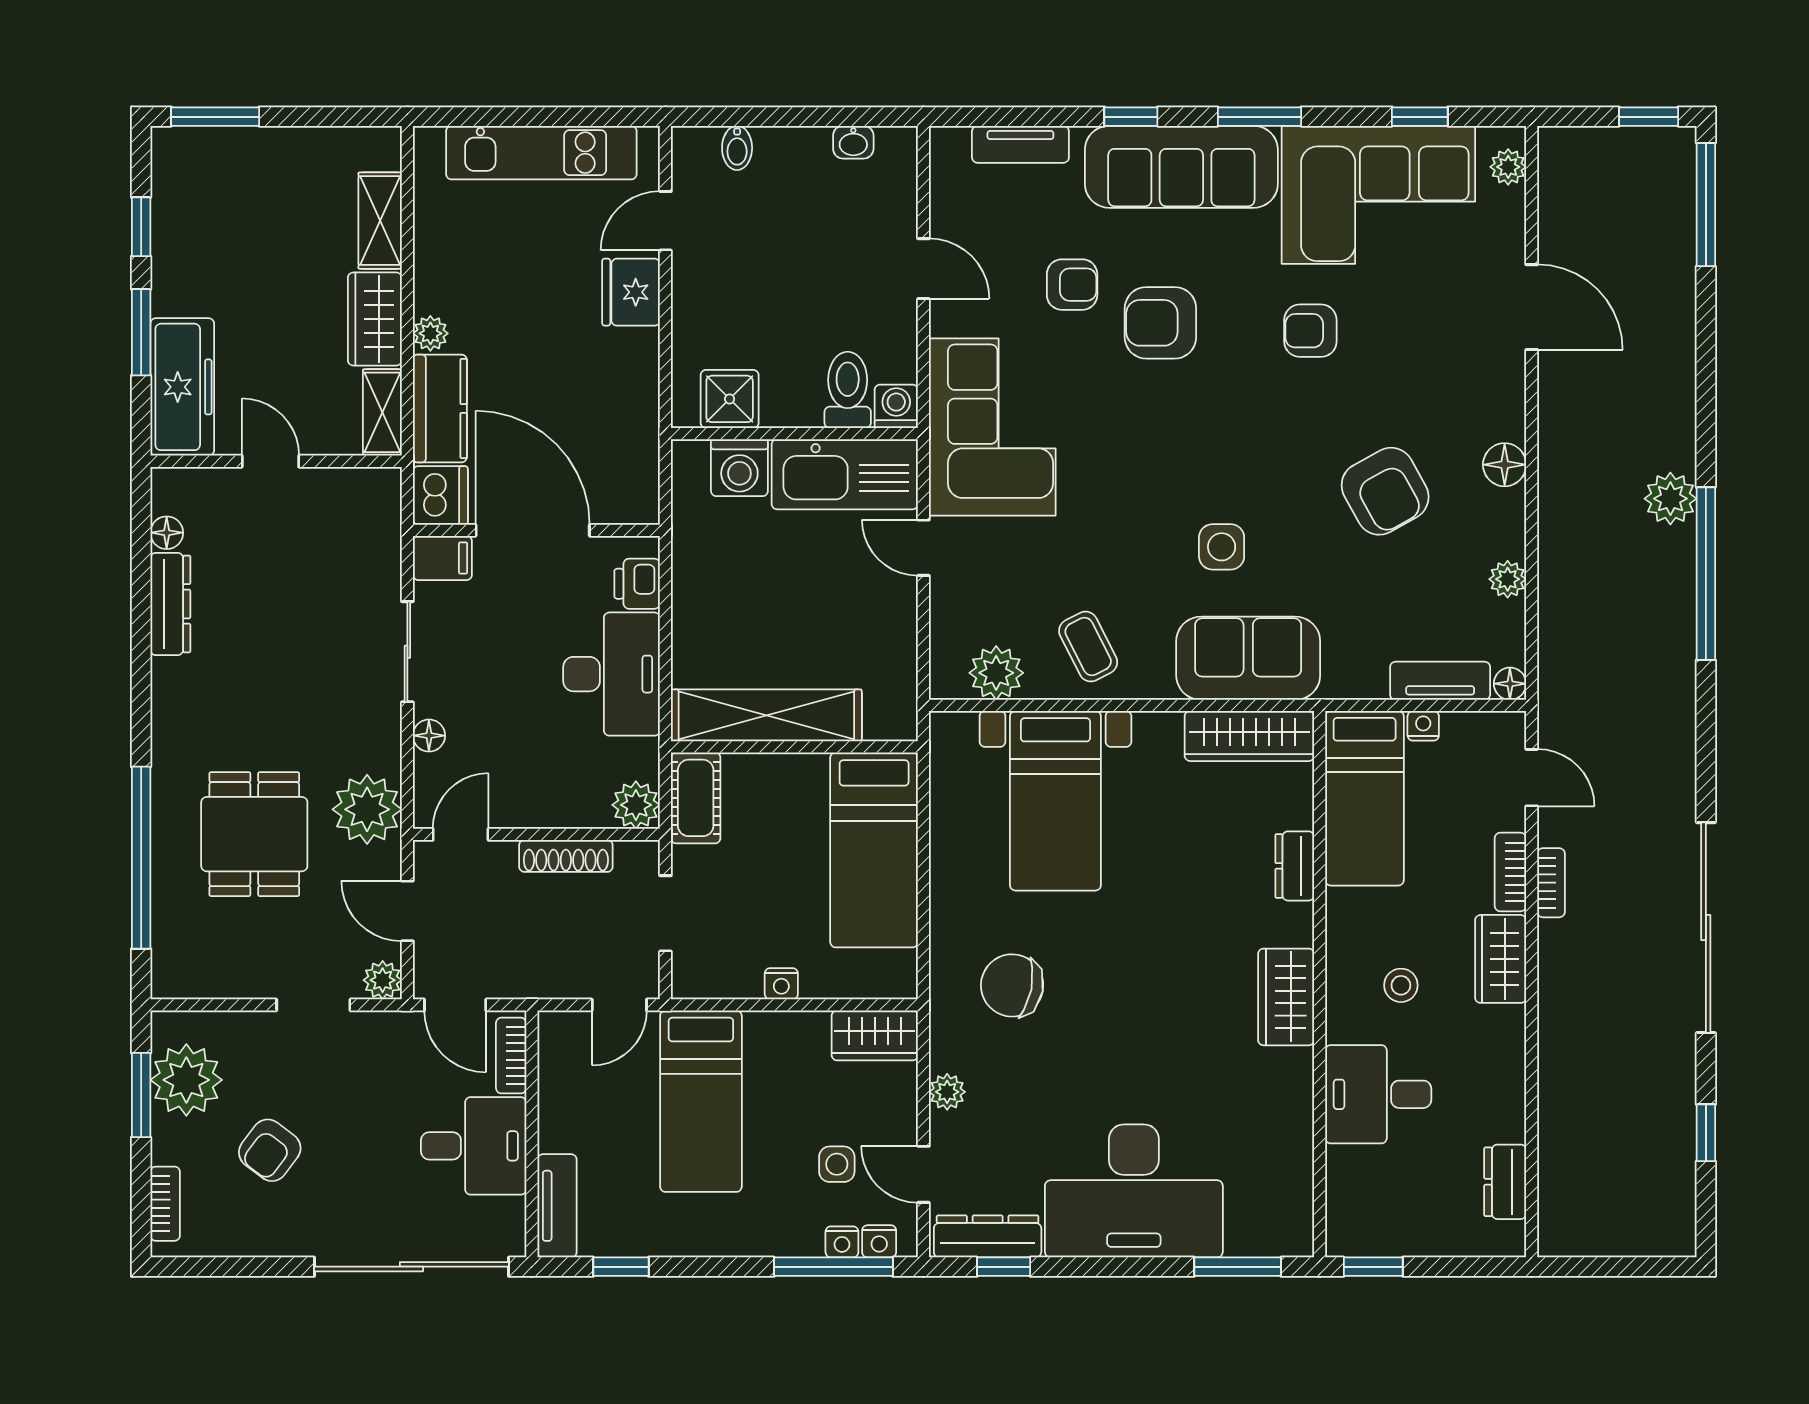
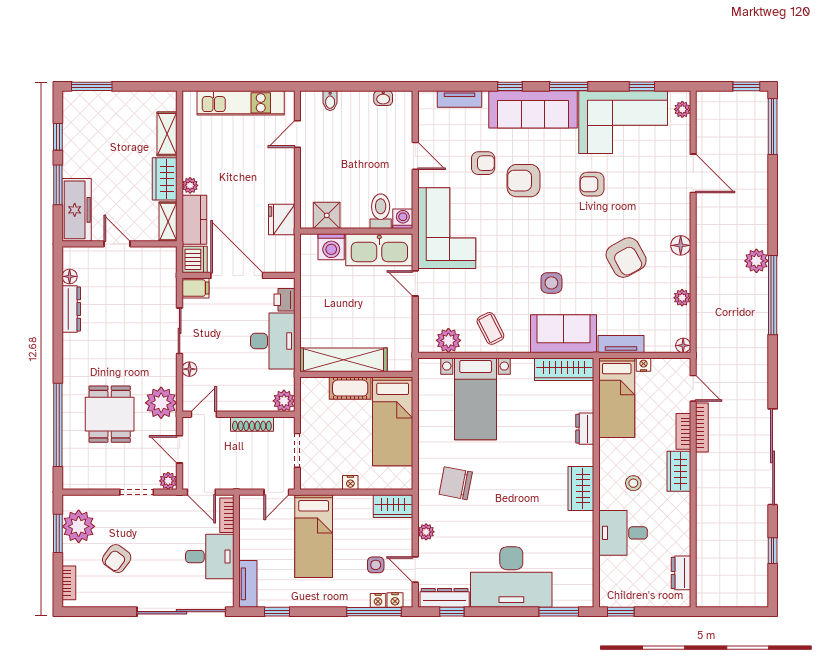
fridge: (631, 292) -> (282, 220), moved
tv unit: (1440, 681) -> (621, 344), moved
cot: (696, 798) -> (350, 388), moved, turned 90
bookcase: (1551, 883) -> (702, 427), width x1.56

